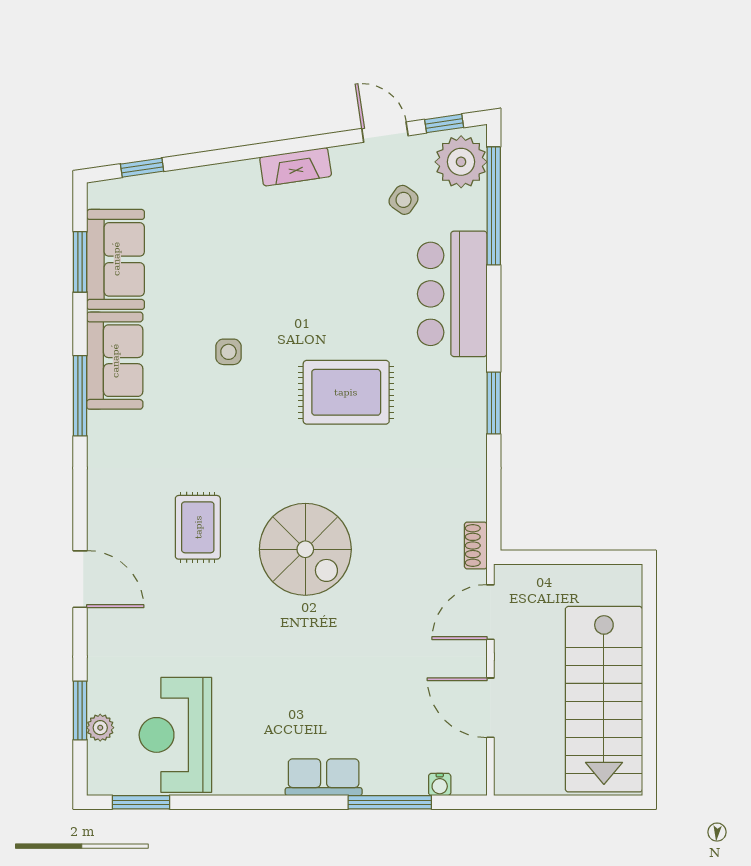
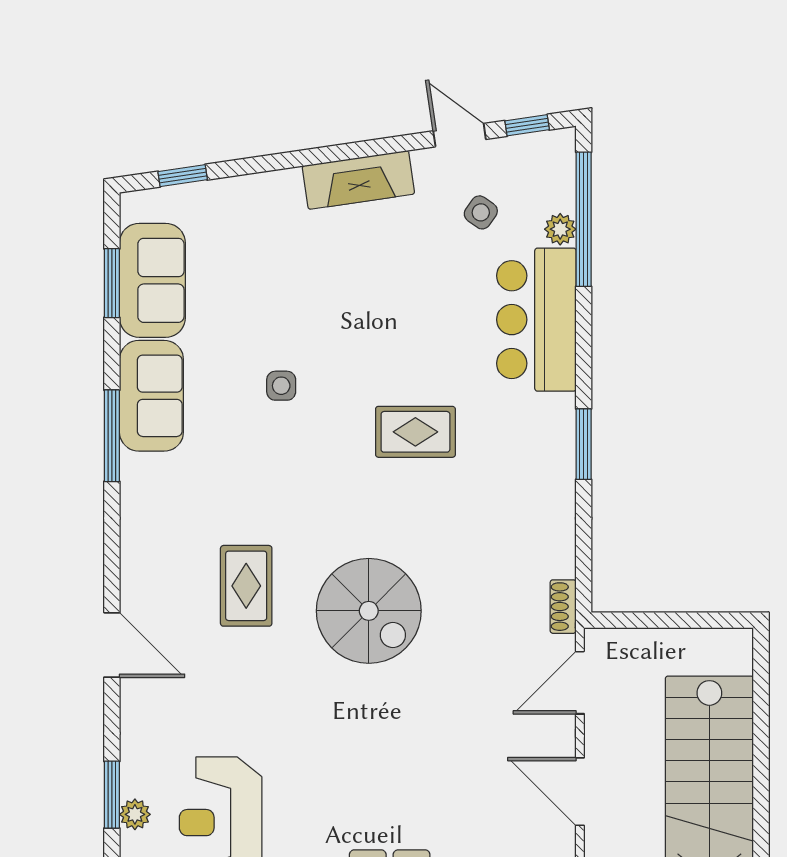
plant: (461, 162) -> (560, 229), moved, width x0.53, depth x0.53
fireplace: (296, 167) -> (358, 180), width x1.37, depth x1.32
rug: (346, 392) -> (415, 432), width x0.73, depth x0.70

